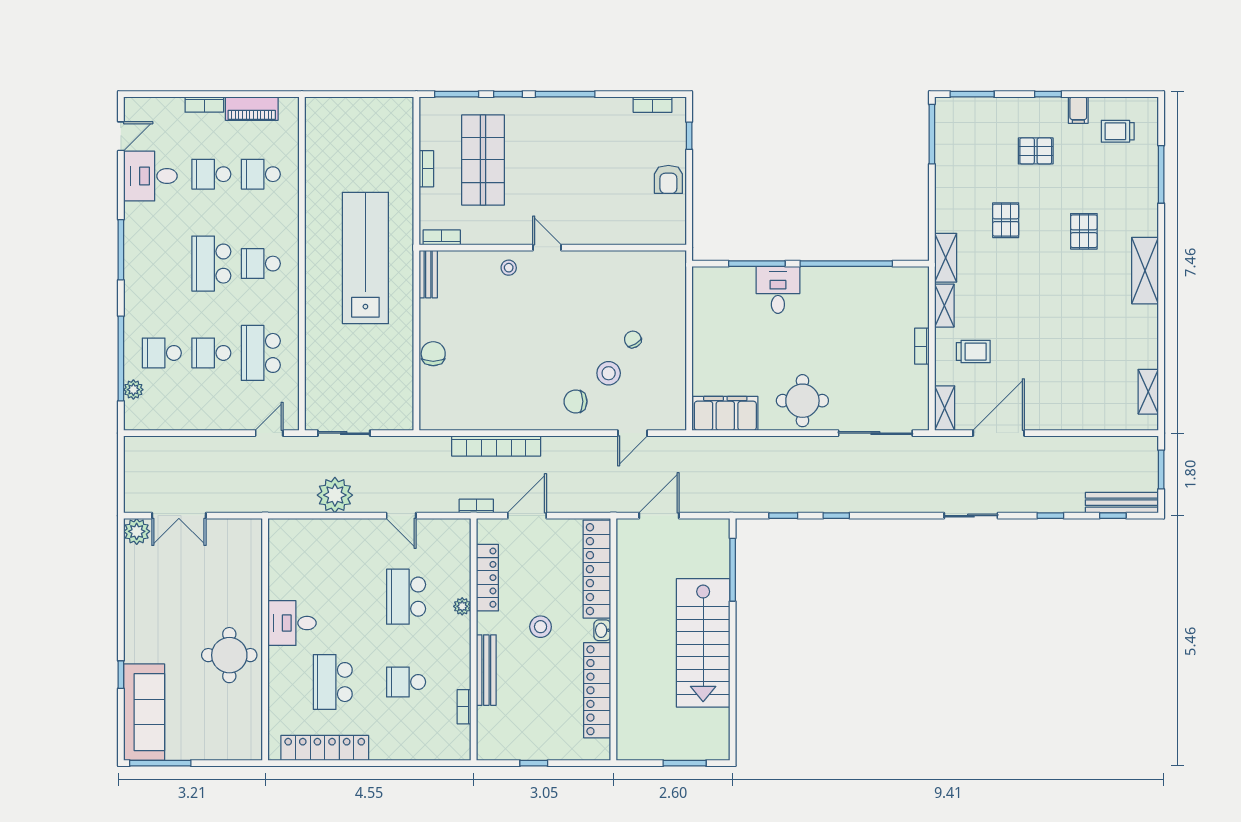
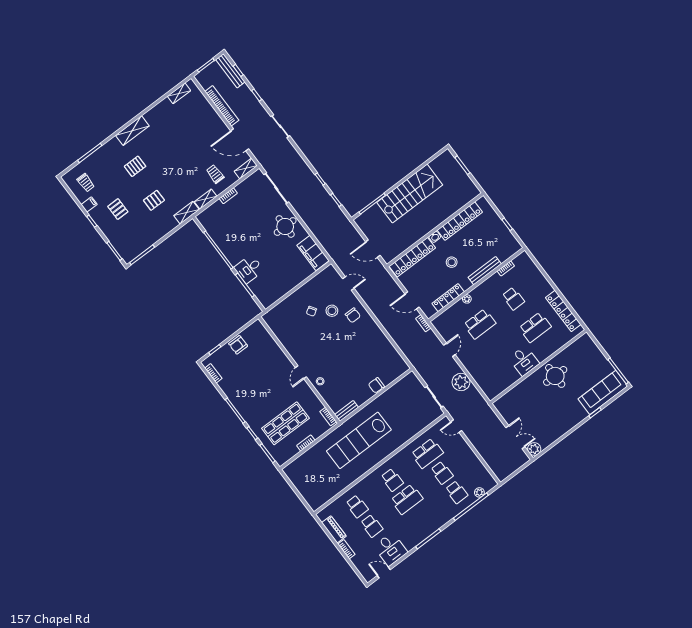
armchair: (668, 179) -> (238, 345), turned 180
bookcase: (496, 446) -> (222, 106), moved

